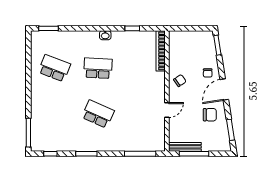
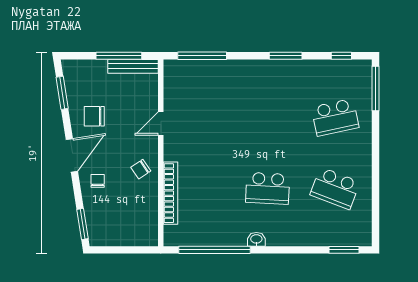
window: (132, 28) -> (214, 250), width x3.17
bookcase: (161, 51) -> (171, 193), moved
school desk: (98, 114) -> (335, 117), moved, turned -36

